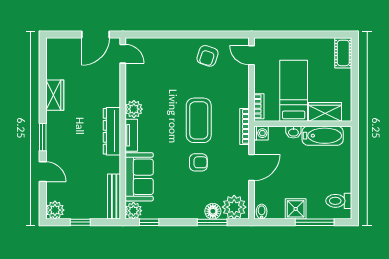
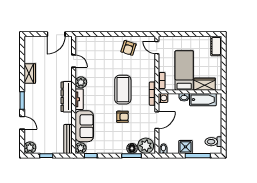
door: (123, 54) -> (74, 61), moved

